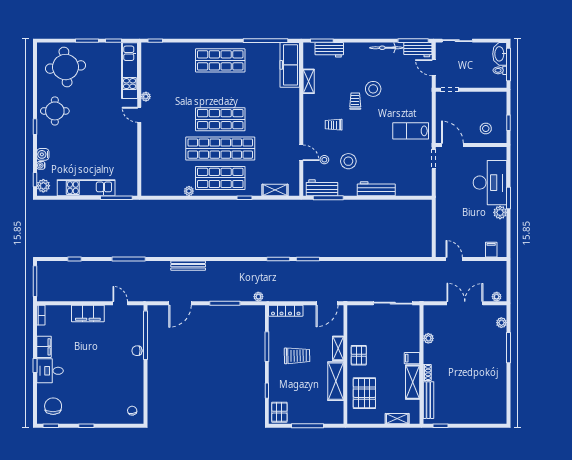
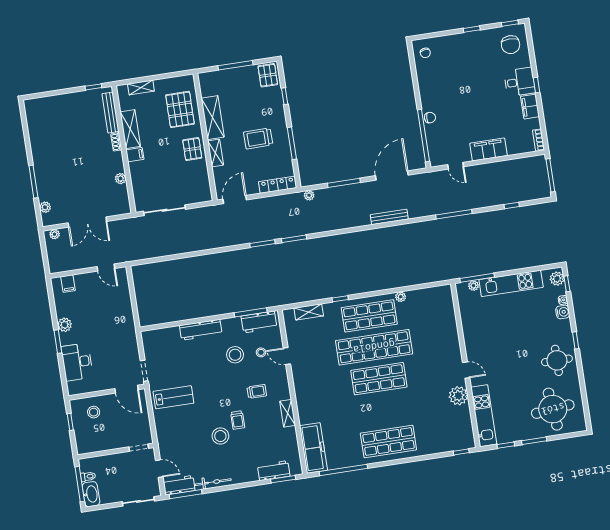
shelving: (309, 81) -> (288, 413), moved
plant: (146, 97) -> (458, 396), width x1.87, depth x1.87
desk: (490, 183) -> (77, 362), width x0.73, depth x0.77
plant: (121, 191) -> (474, 286), added
door: (180, 303) -> (392, 175), width x1.36

